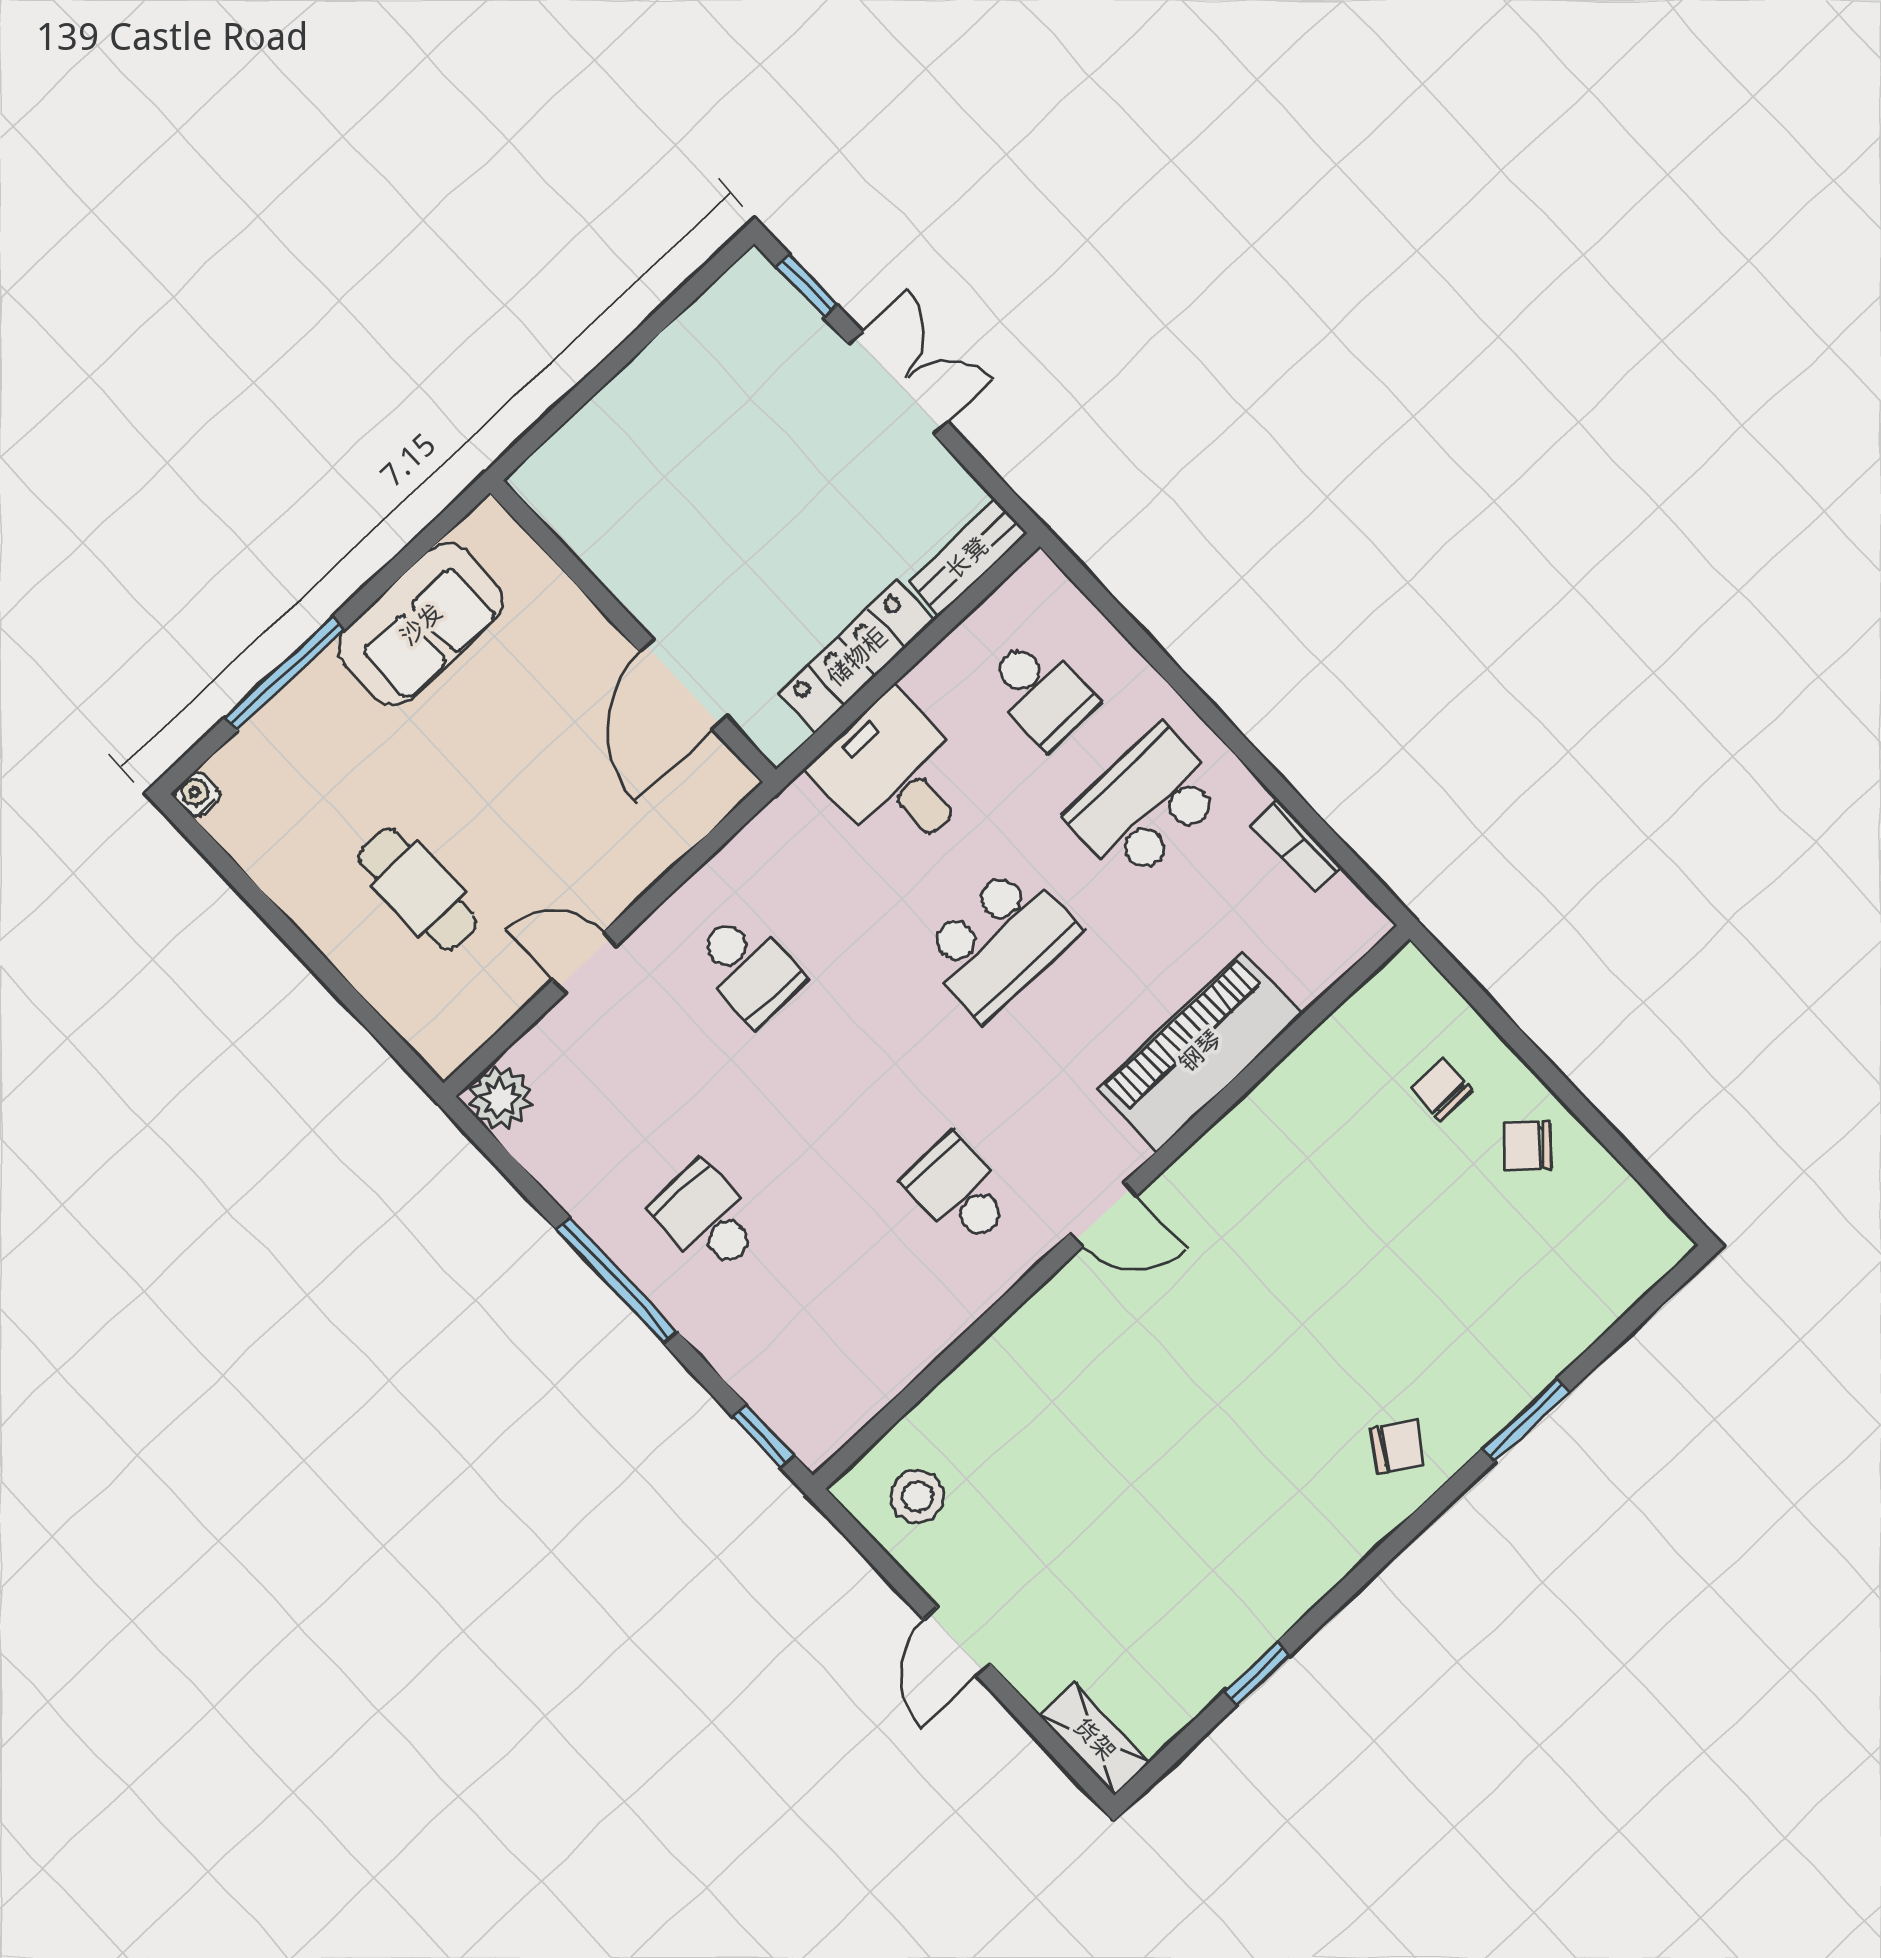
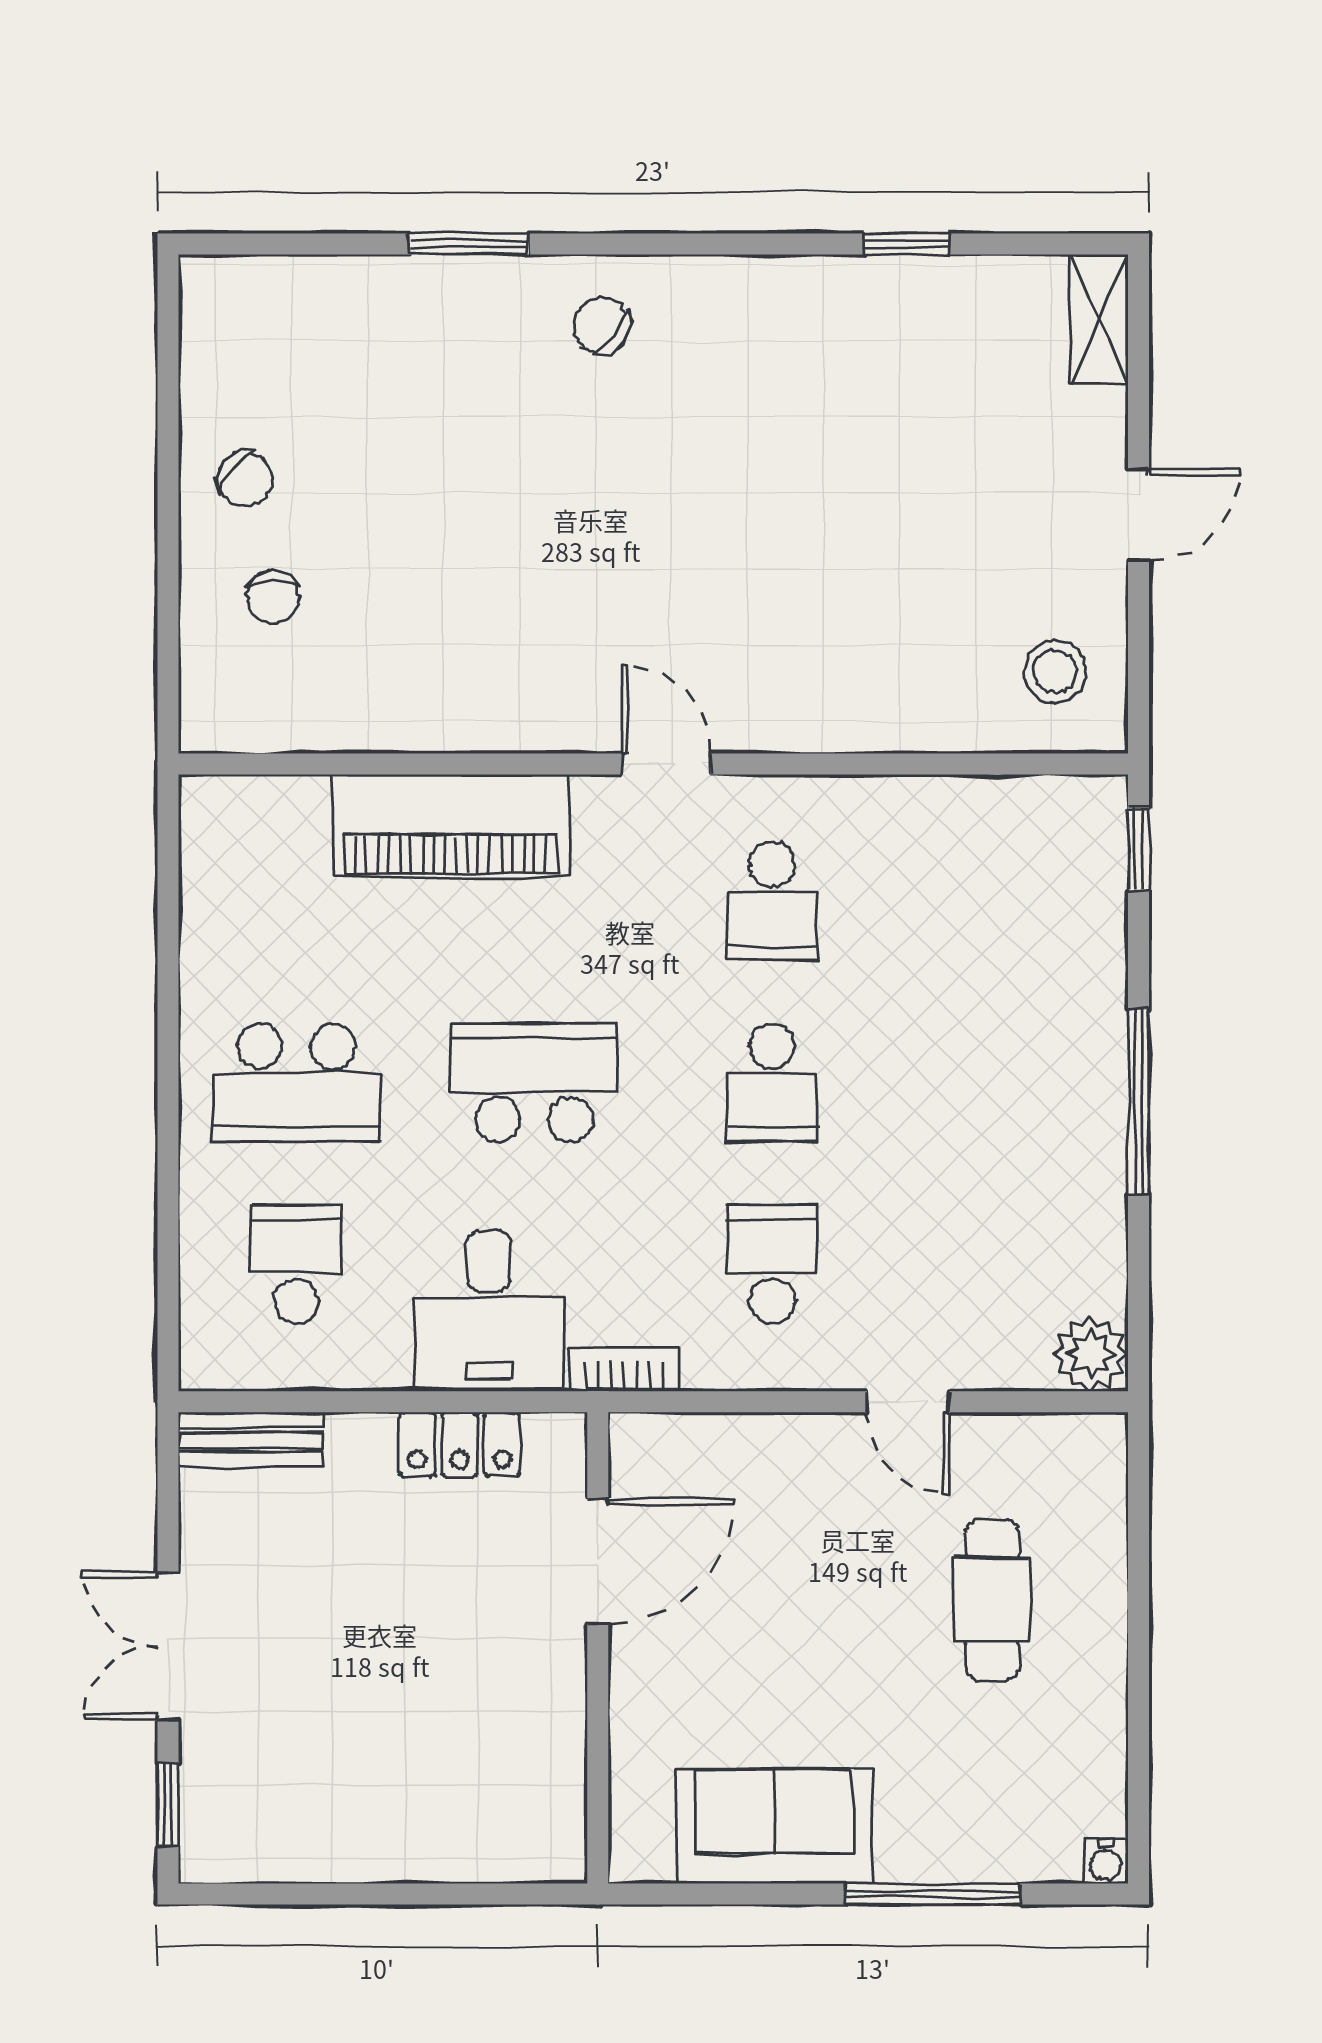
locker: (857, 657) -> (460, 1444), width x0.66
bookcase: (1297, 846) -> (624, 1369), moved, turned -90
school desk: (707, 1218) -> (772, 1083), moved

